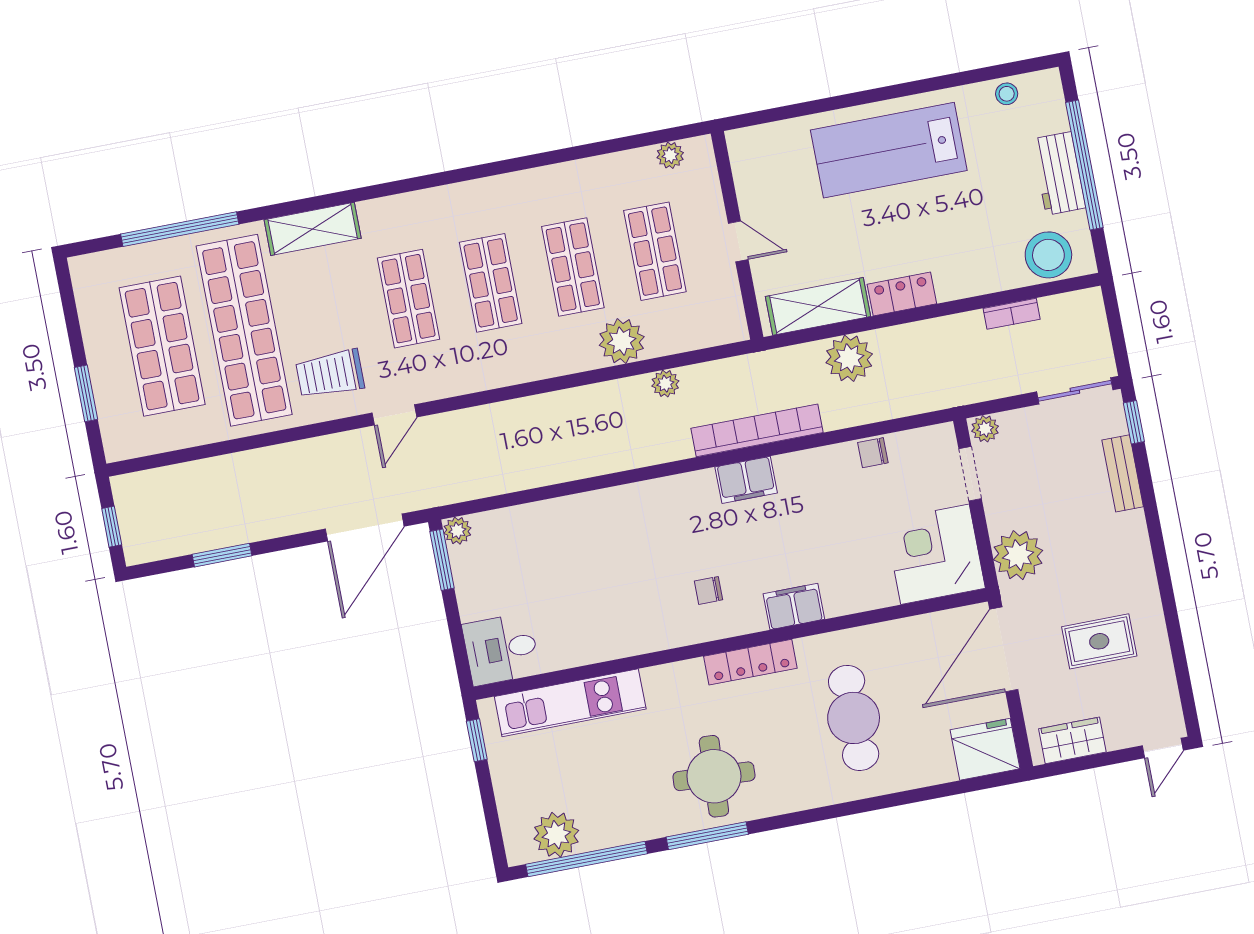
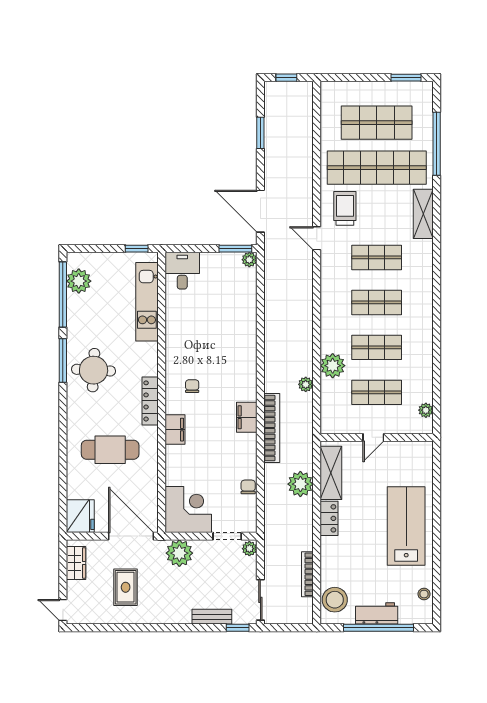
bookcase: (1012, 314) -> (307, 574), width x1.56
window: (86, 393) -> (406, 78), moved

